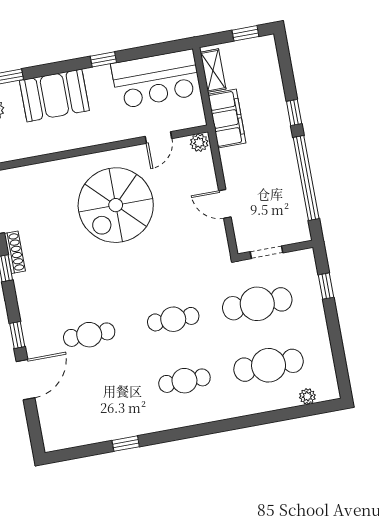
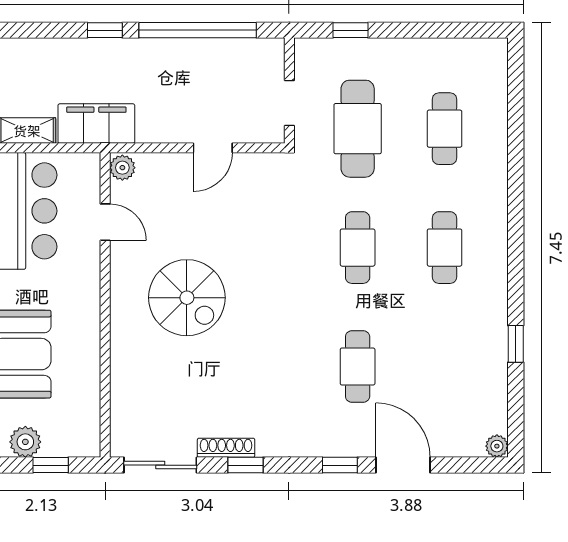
spiral stairs: (116, 205) -> (187, 298), width x0.73, depth x0.73
cafe table: (269, 365) -> (445, 129), width x0.73, depth x0.74
plant: (307, 396) -> (497, 446), moved

